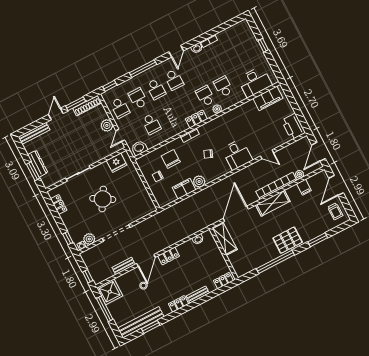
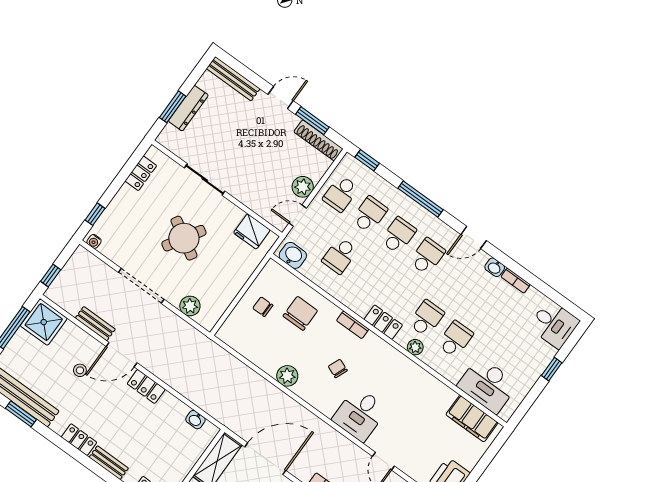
desk: (241, 33) -> (554, 324), added
school desk: (174, 80) -> (427, 256), turned 180
school desk: (156, 89) -> (398, 235), turned 180
filing cabinet: (184, 189) -> (264, 358), removed
plant: (89, 239) -> (190, 306), moved

